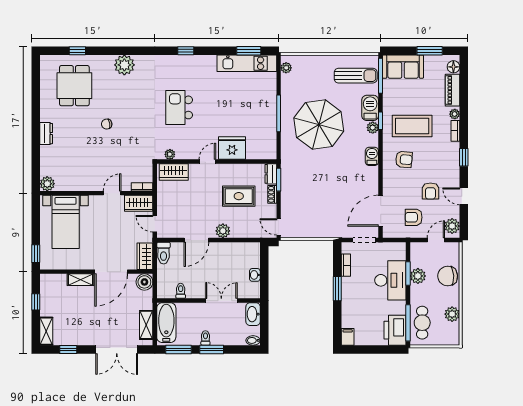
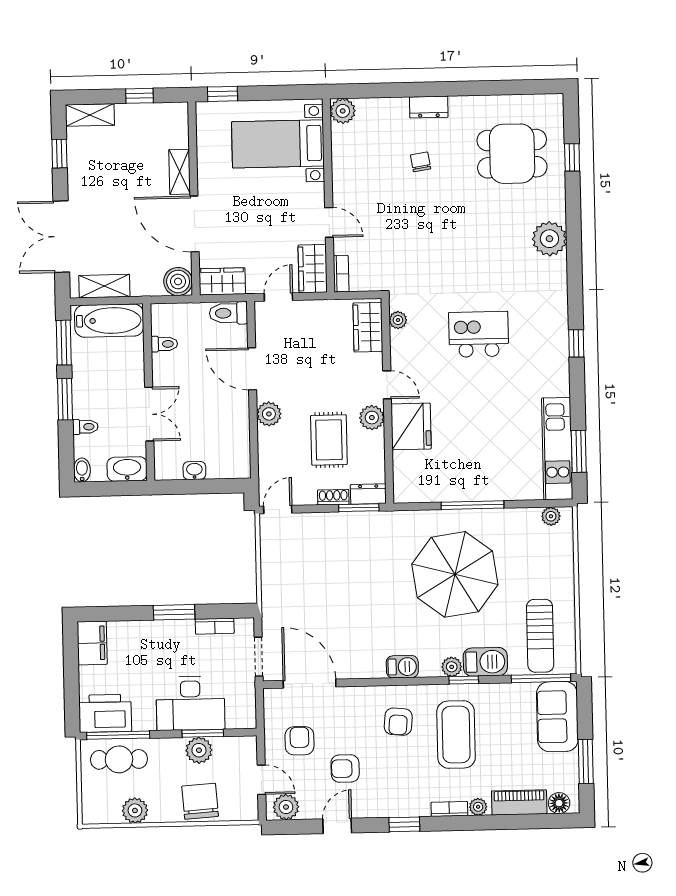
chair: (107, 124) -> (421, 162), moved
plant: (226, 171) -> (372, 418), added
filing cabinet: (348, 337) -> (92, 643), width x2.00
toilet: (205, 338) -> (85, 427), moved

